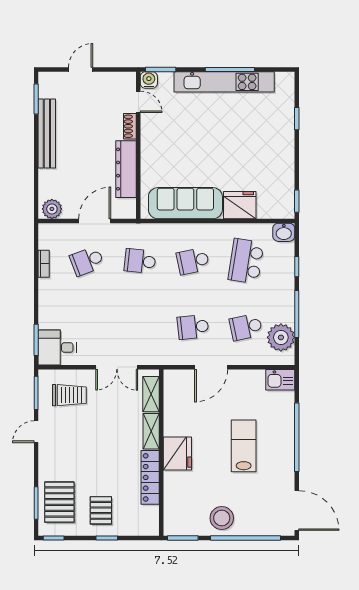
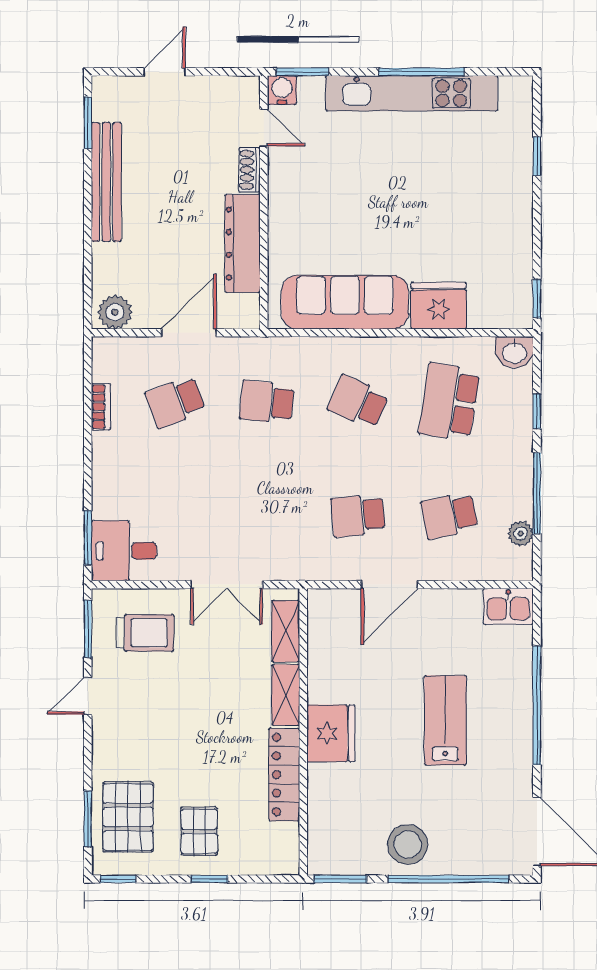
school desk: (193, 261) -> (358, 402), turned 36
plant: (281, 337) -> (521, 534), width x0.53, depth x0.53

